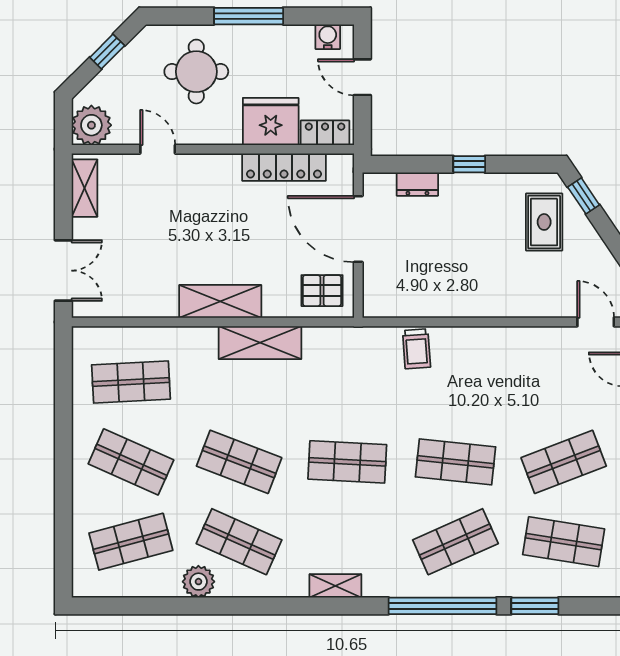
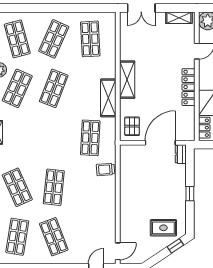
locker: (284, 167) -> (189, 87), moved
dresser: (417, 184) -> (181, 154), moved
shop shelf: (347, 462) -> (90, 138), moved

